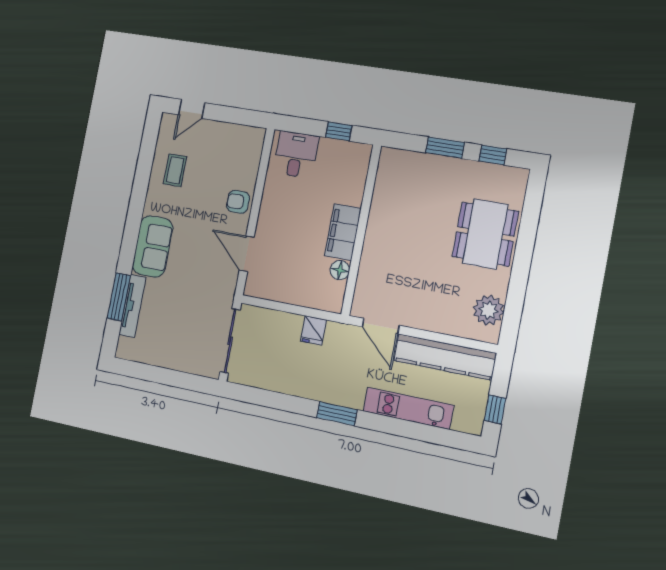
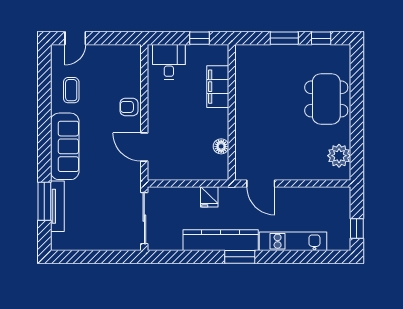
filing cabinet: (343, 232) -> (218, 87), moved
sofa: (153, 246) -> (65, 146), width x1.36
kitchen counter: (445, 357) -> (221, 240), moved, turned 180

